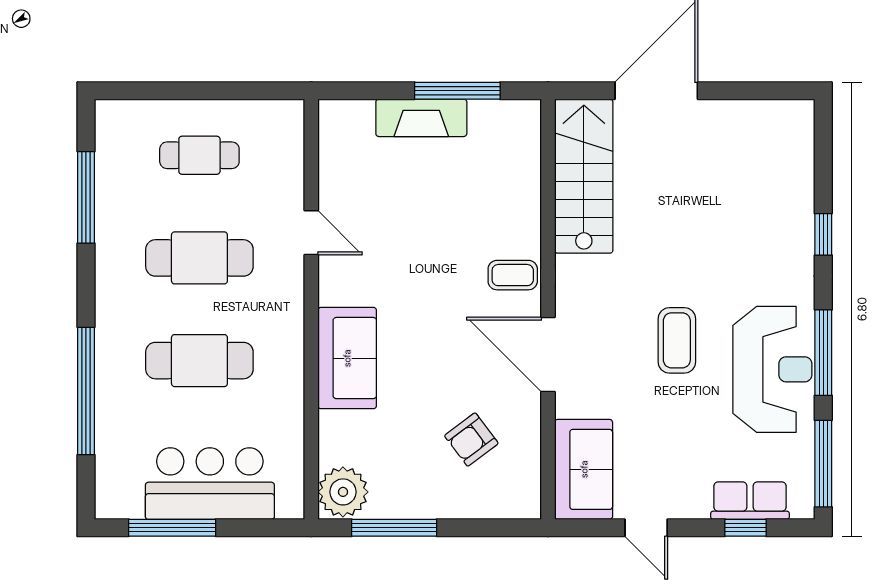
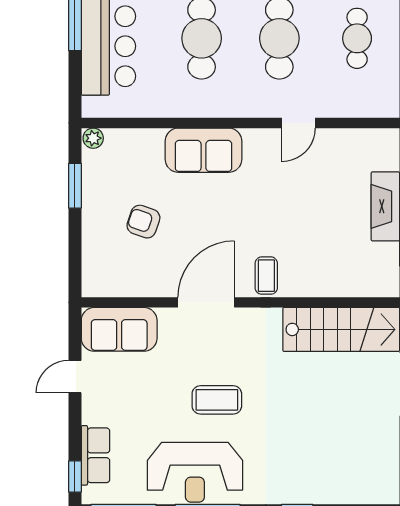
armchair: (471, 439) -> (143, 222), moved, turned -34
plant: (343, 492) -> (93, 138), width x0.53, depth x0.53
window: (394, 528) -> (75, 186), width x0.69
window: (745, 528) -> (75, 476), moved

